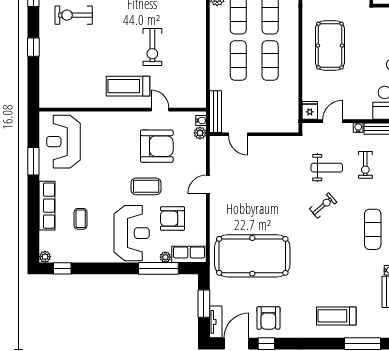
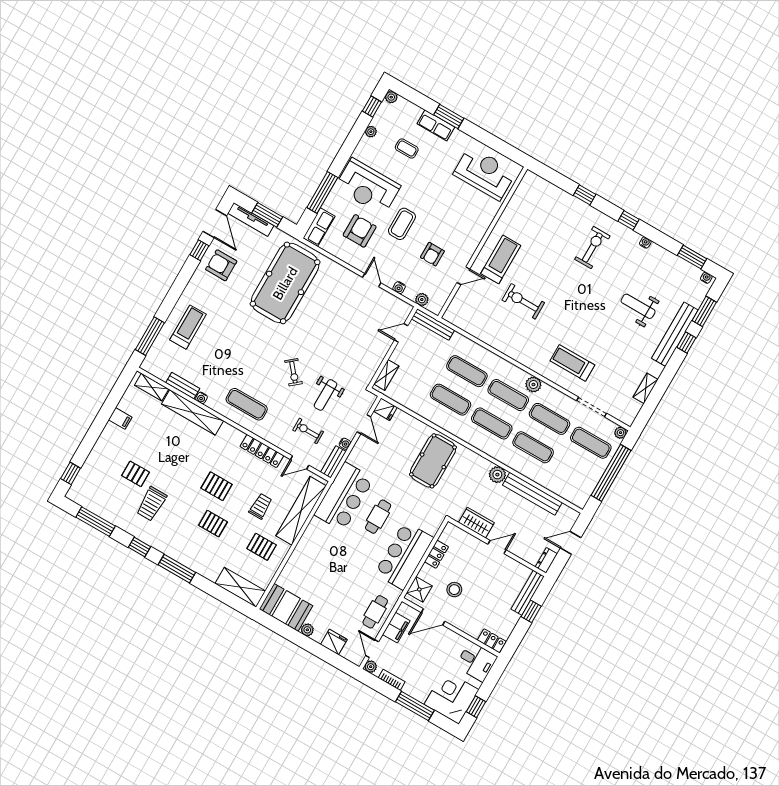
pool table: (330, 46) -> (433, 461), turned 90
water cooler: (201, 120) -> (399, 288), moved
shelving: (281, 126) -> (386, 375), added
armchair: (157, 146) -> (432, 254), width x0.53, depth x0.53
window: (33, 161) -> (449, 116), moved
row of seats: (47, 206) -> (436, 125), width x0.68
plant: (165, 257) -> (371, 132), moved
tv unit: (216, 322) -> (251, 220), width x1.41

